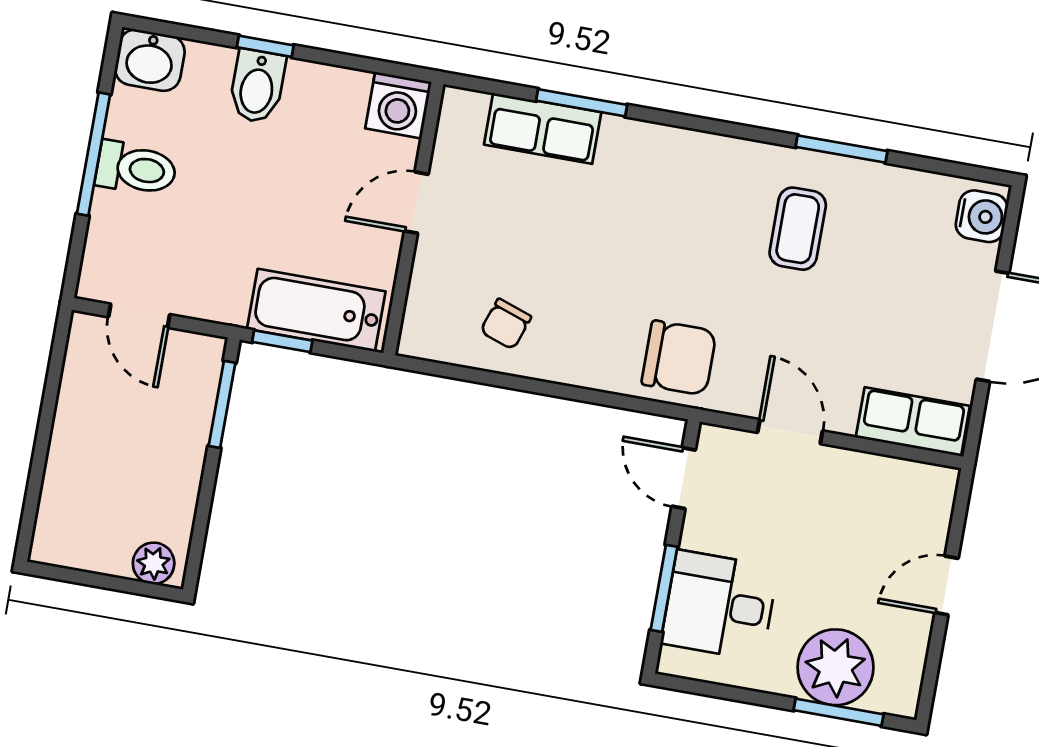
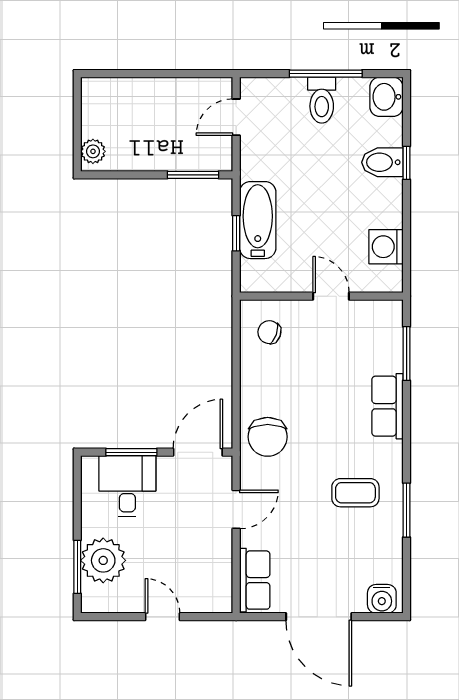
row of seats: (543, 128) -> (387, 406), moved
door: (416, 203) -> (331, 296), moved
wall: (413, 219) -> (321, 296), moved
window: (282, 341) -> (236, 233), moved
door: (684, 478) -> (198, 452), width x1.38

